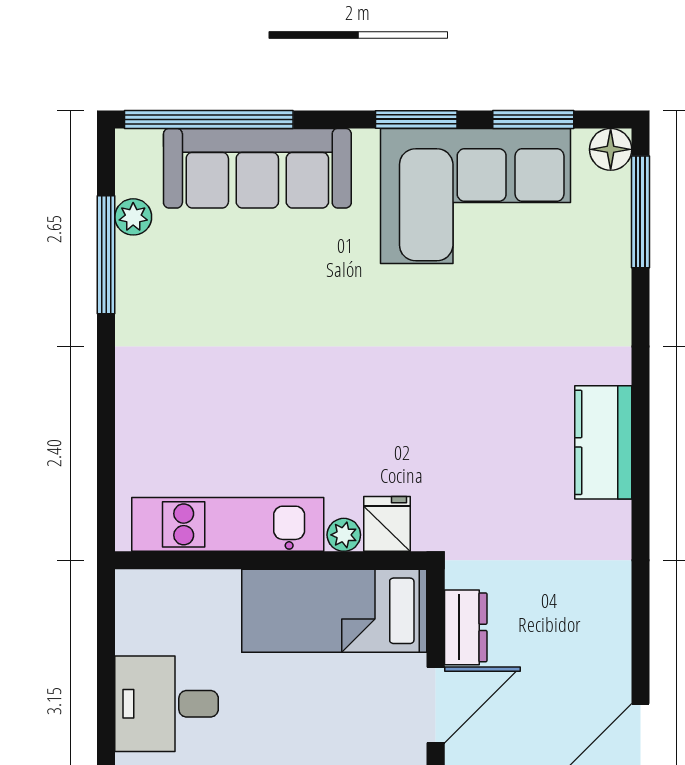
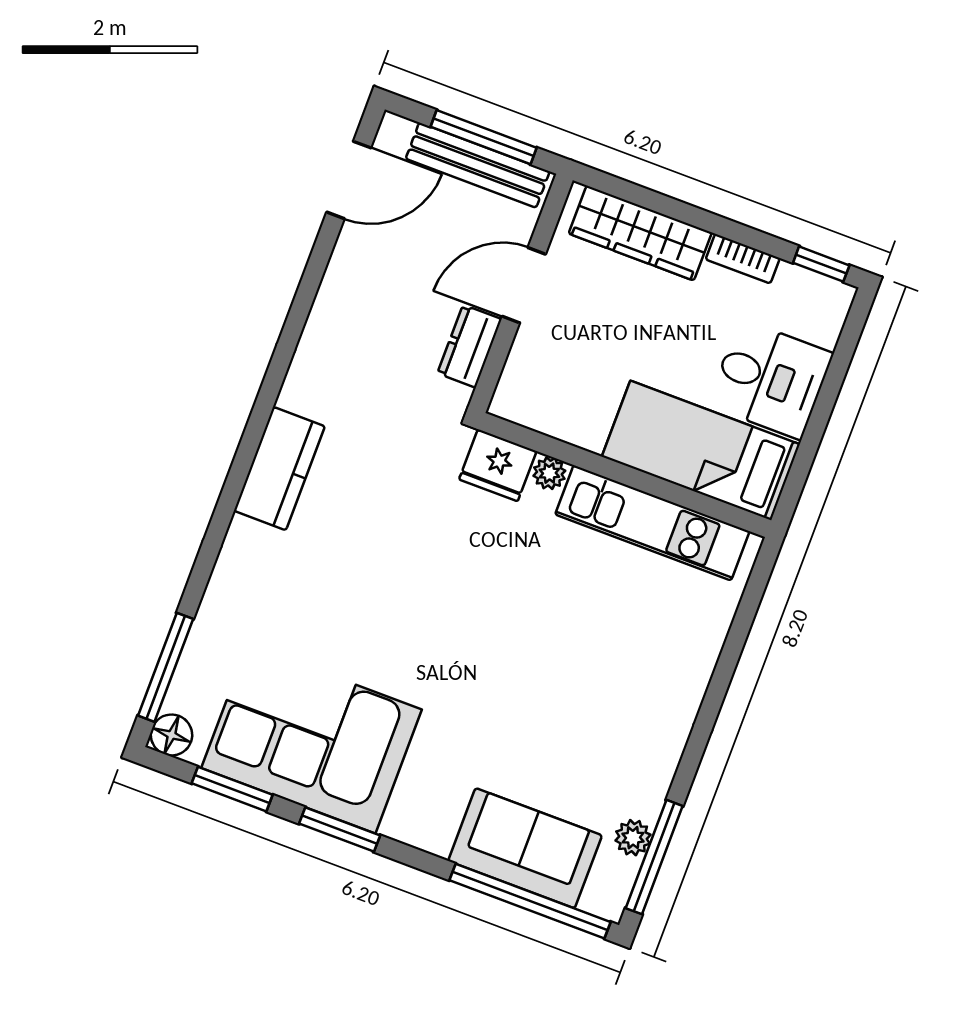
sofa: (257, 168) -> (525, 848), width x0.73
window: (106, 255) -> (654, 857), moved
fridge: (387, 524) -> (498, 465), width x1.38
bed: (334, 611) -> (701, 450), moved, turned 180

